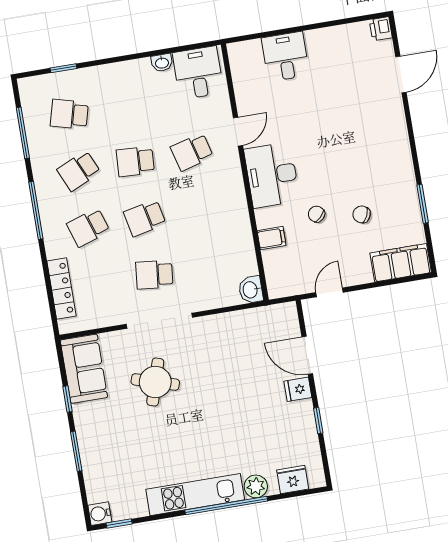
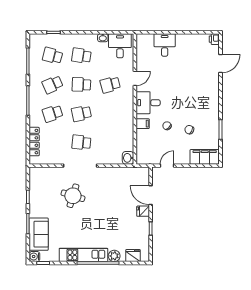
school desk: (126, 105) -> (81, 56), added
desk: (272, 175) -> (148, 103), width x0.73
filing cabinet: (272, 238) -> (143, 124), moved
sofa: (84, 369) -> (39, 234), moved

